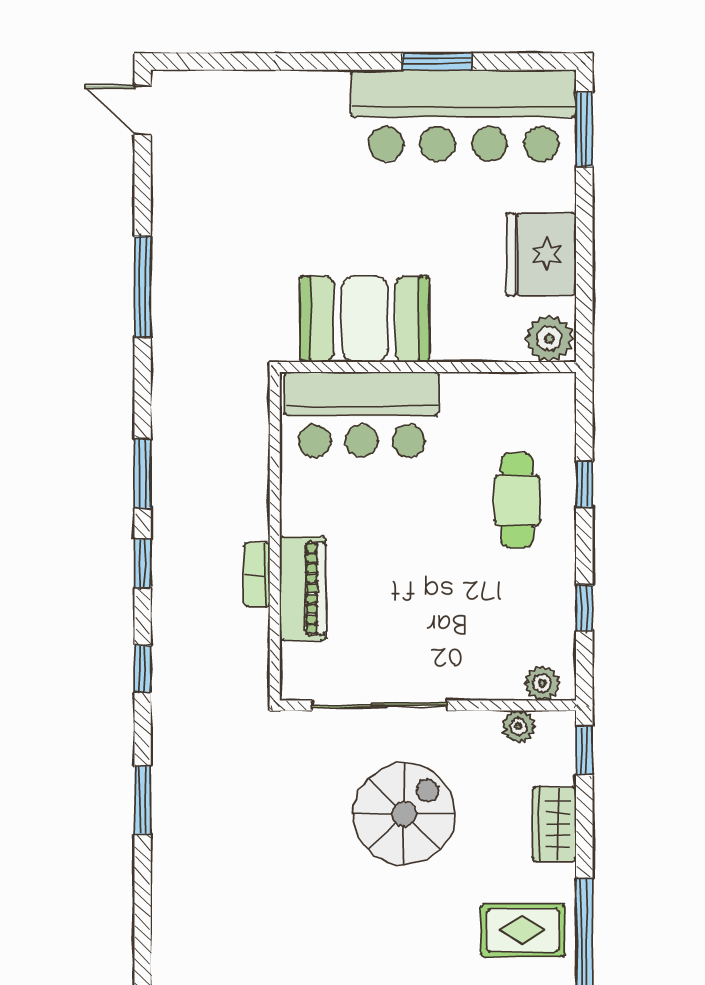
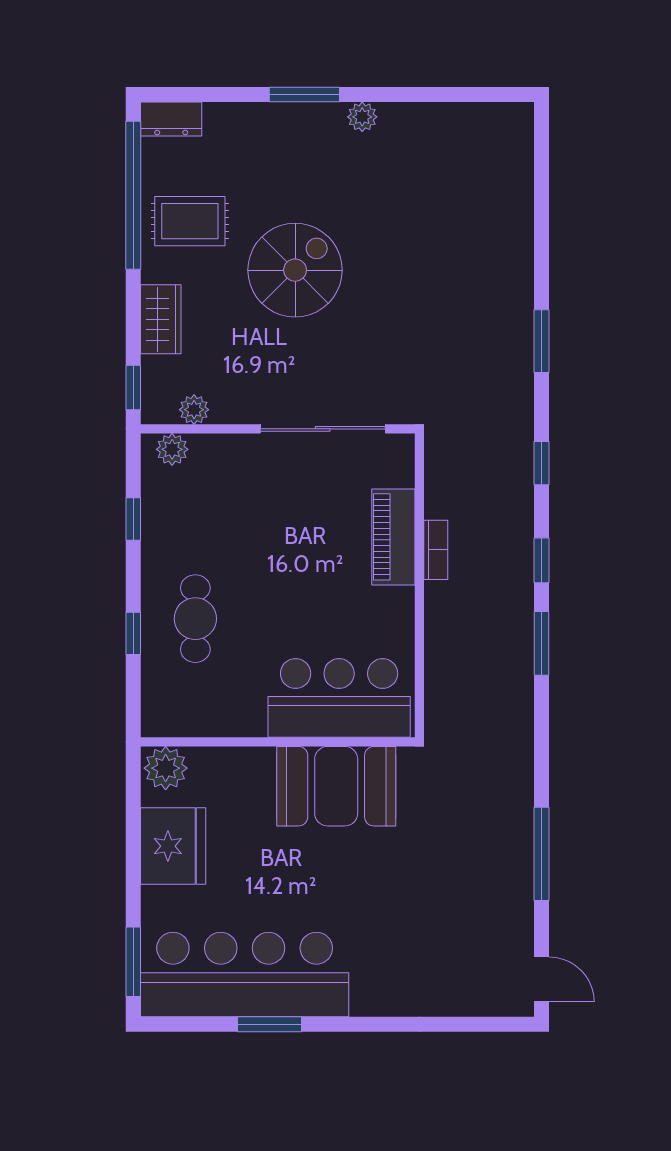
window: (143, 287) -> (541, 854), moved
spiral stairs: (404, 814) -> (295, 270), moved, turned 180

